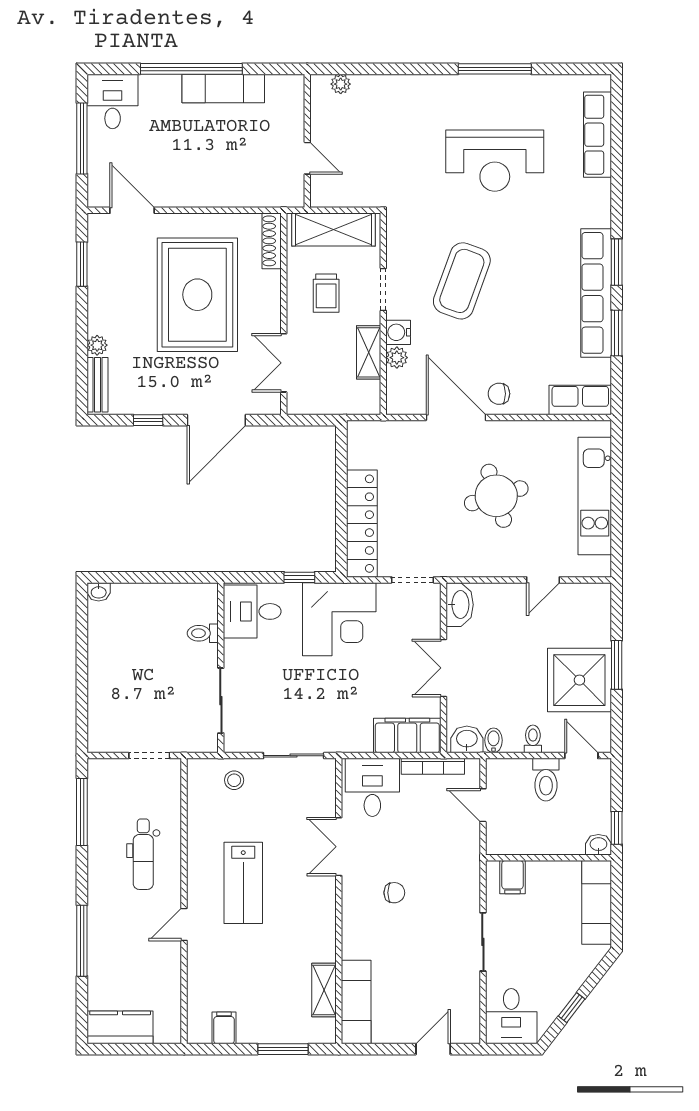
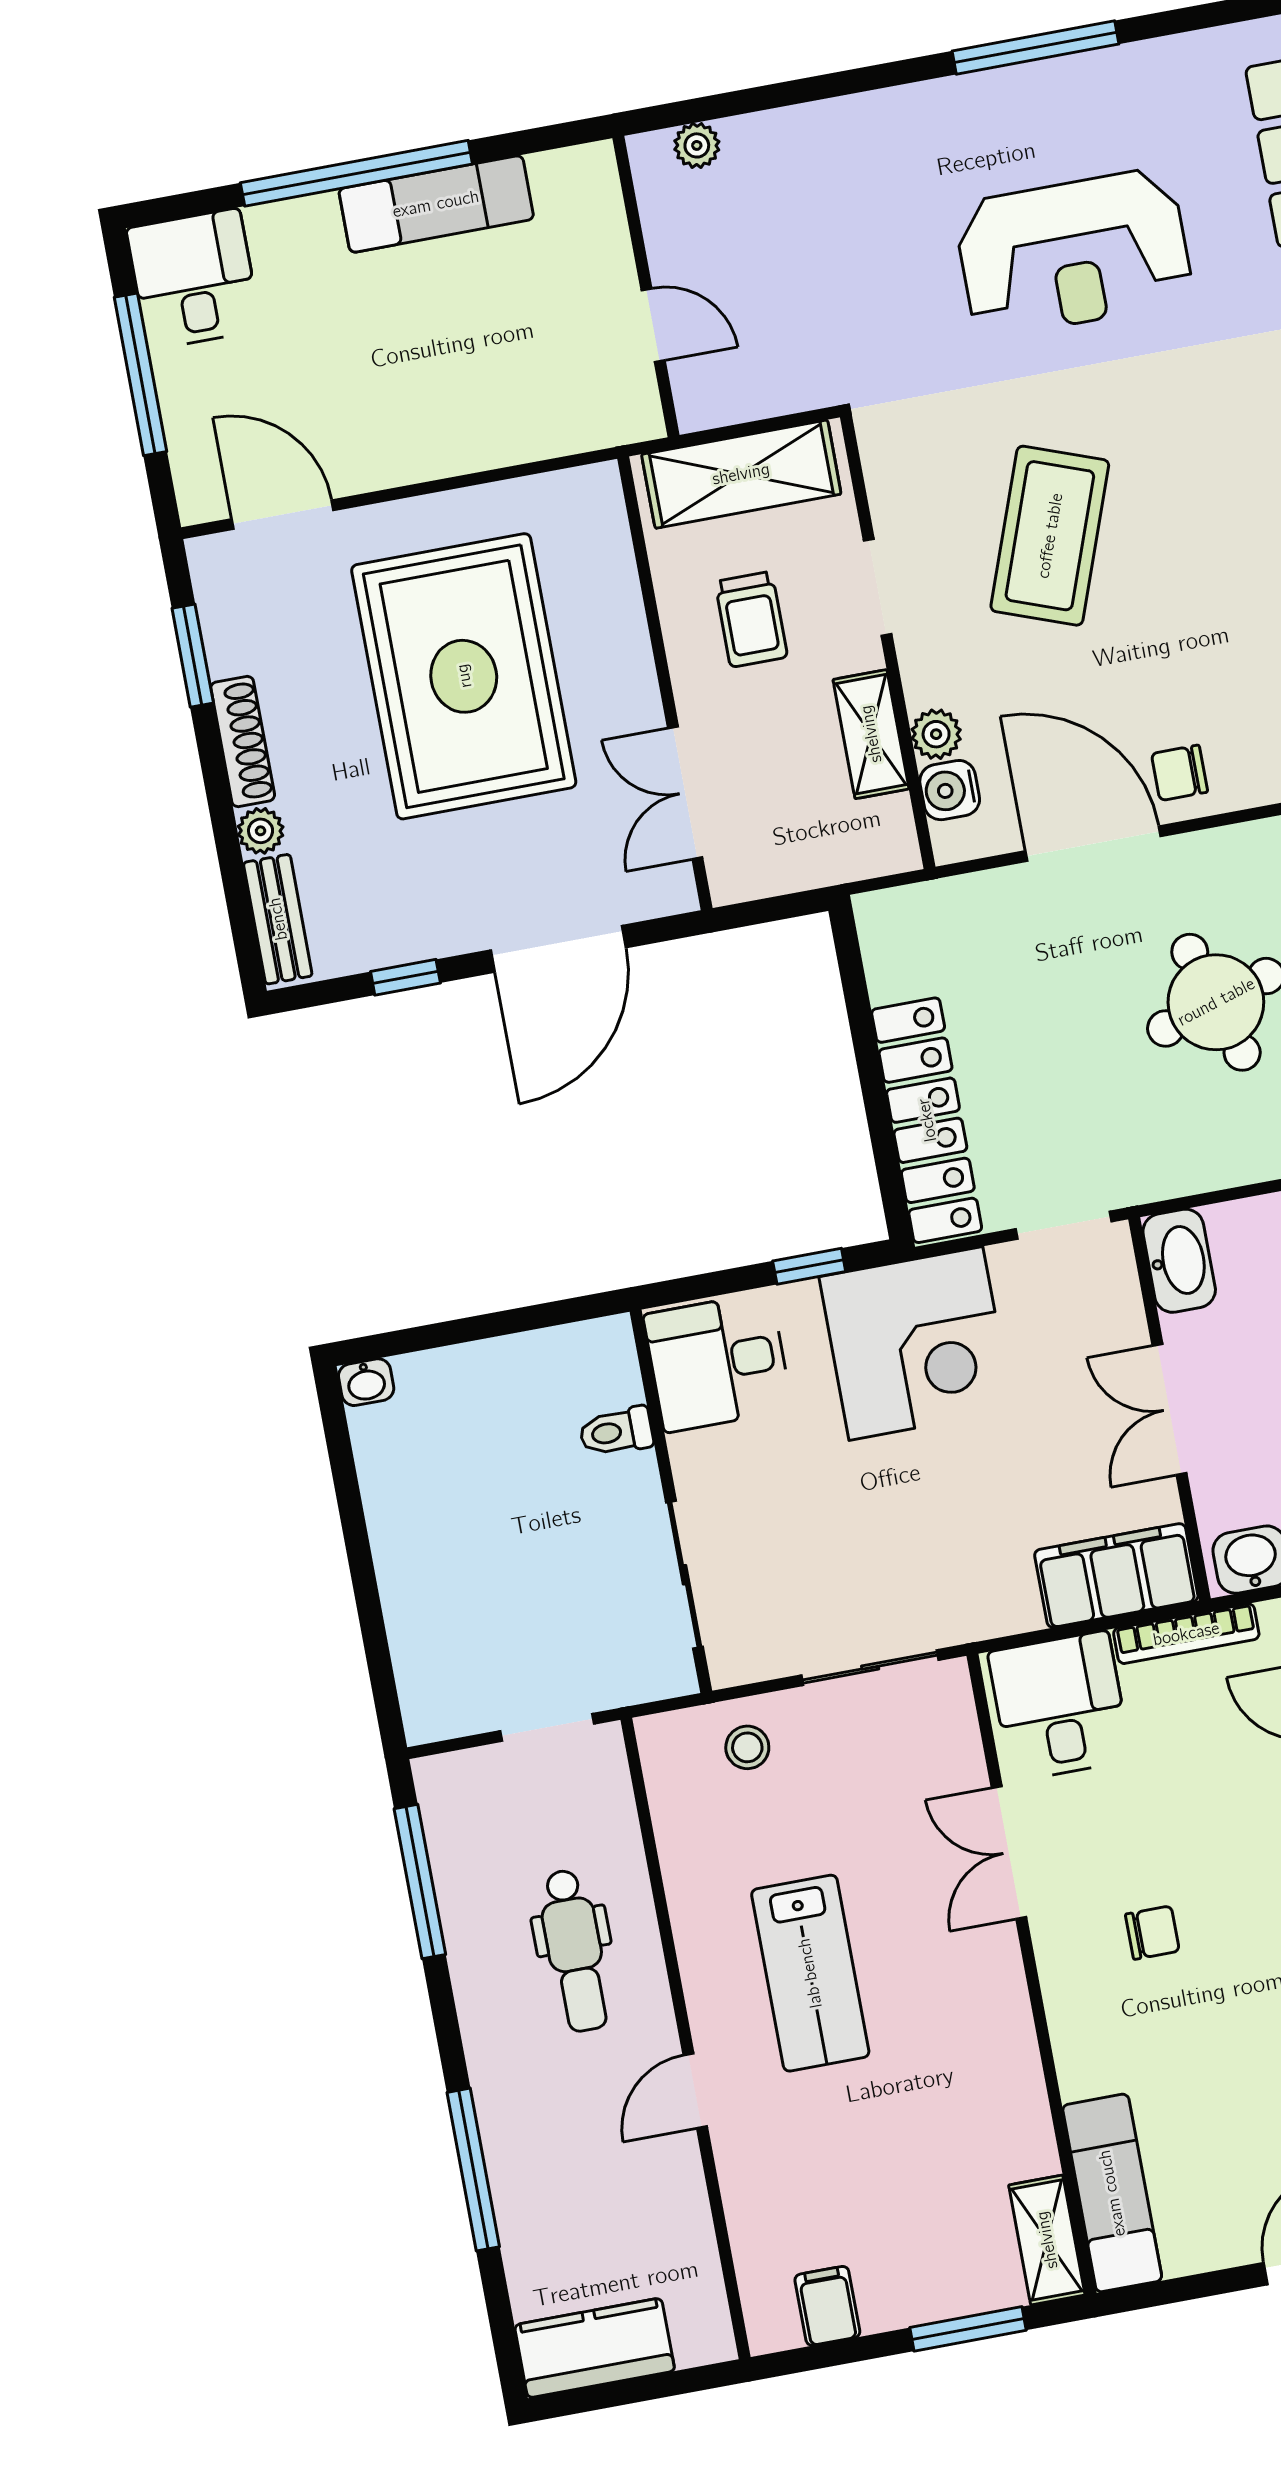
shoe rack: (272, 241) -> (243, 742), moved, turned 180
water cooler: (398, 332) -> (950, 790), moved
shelving: (324, 990) -> (1047, 2240), moved

